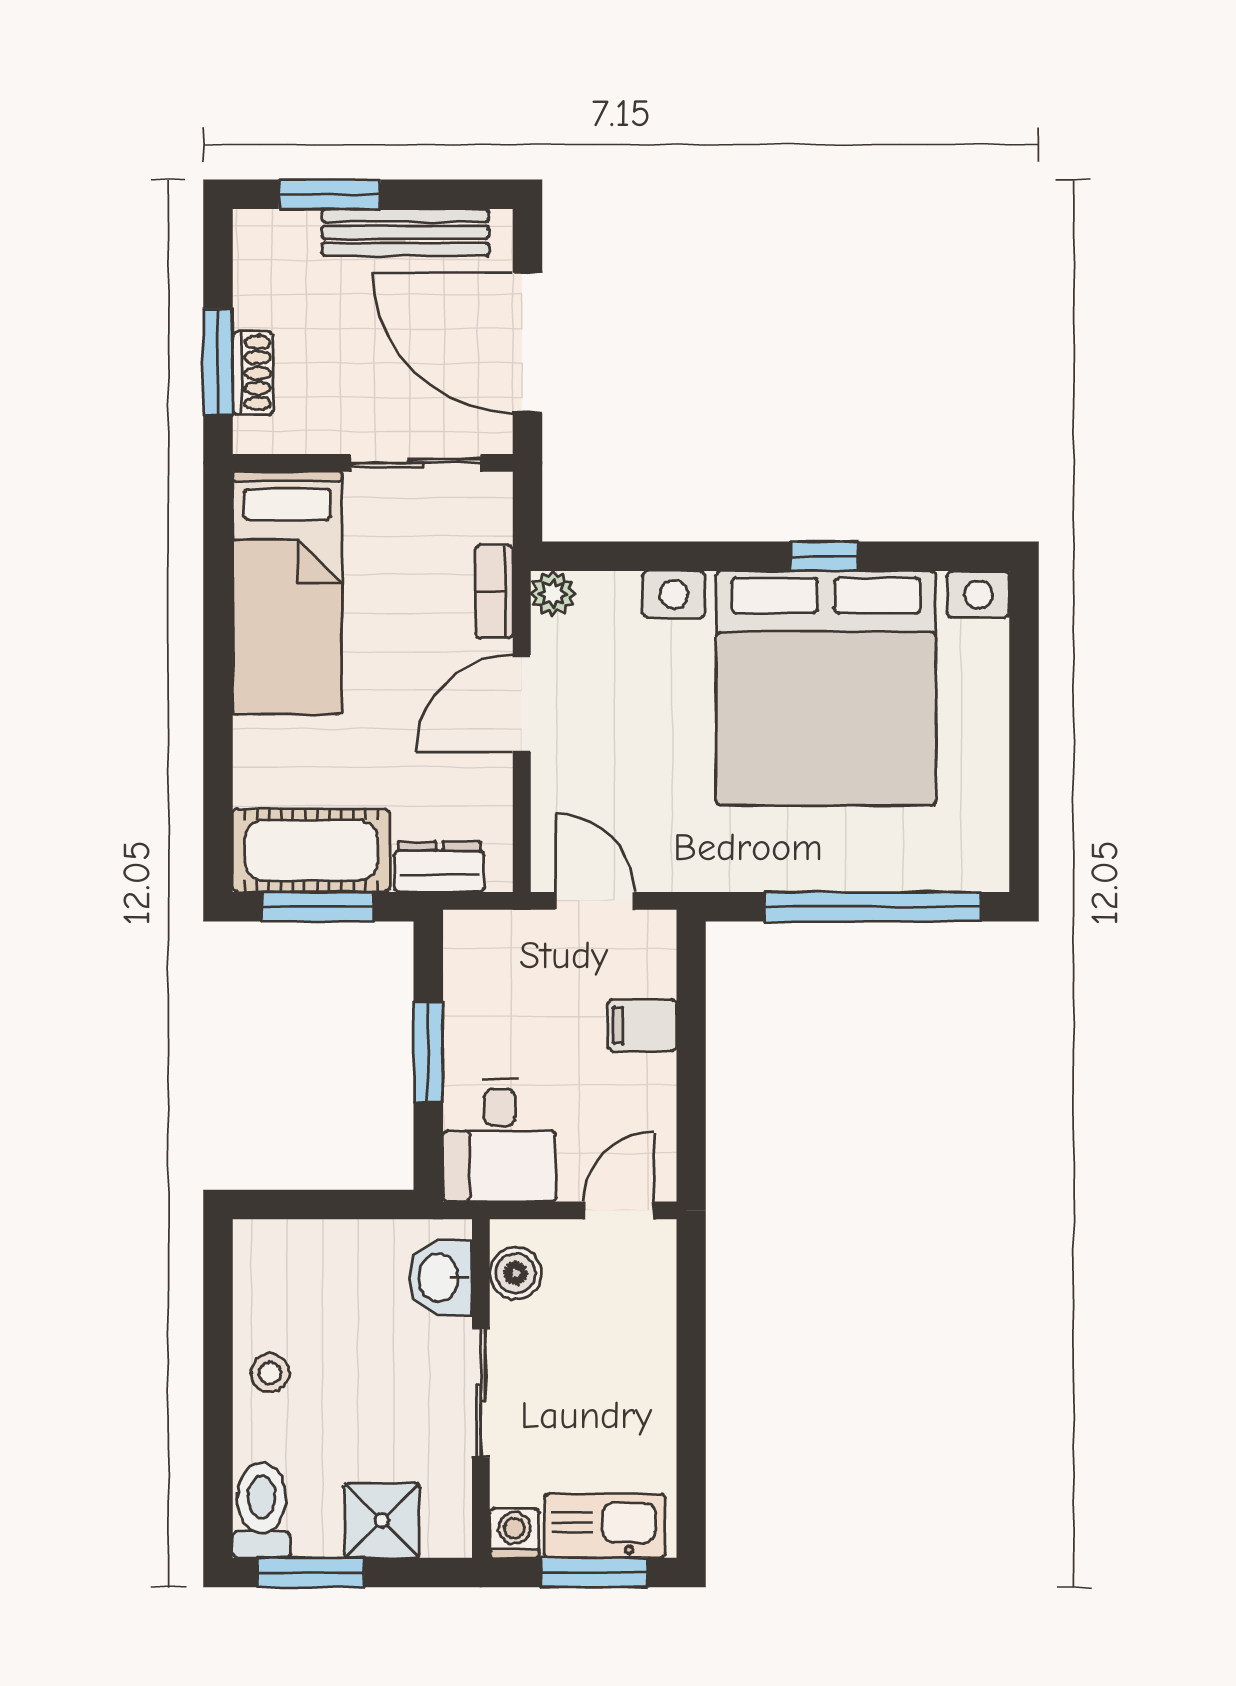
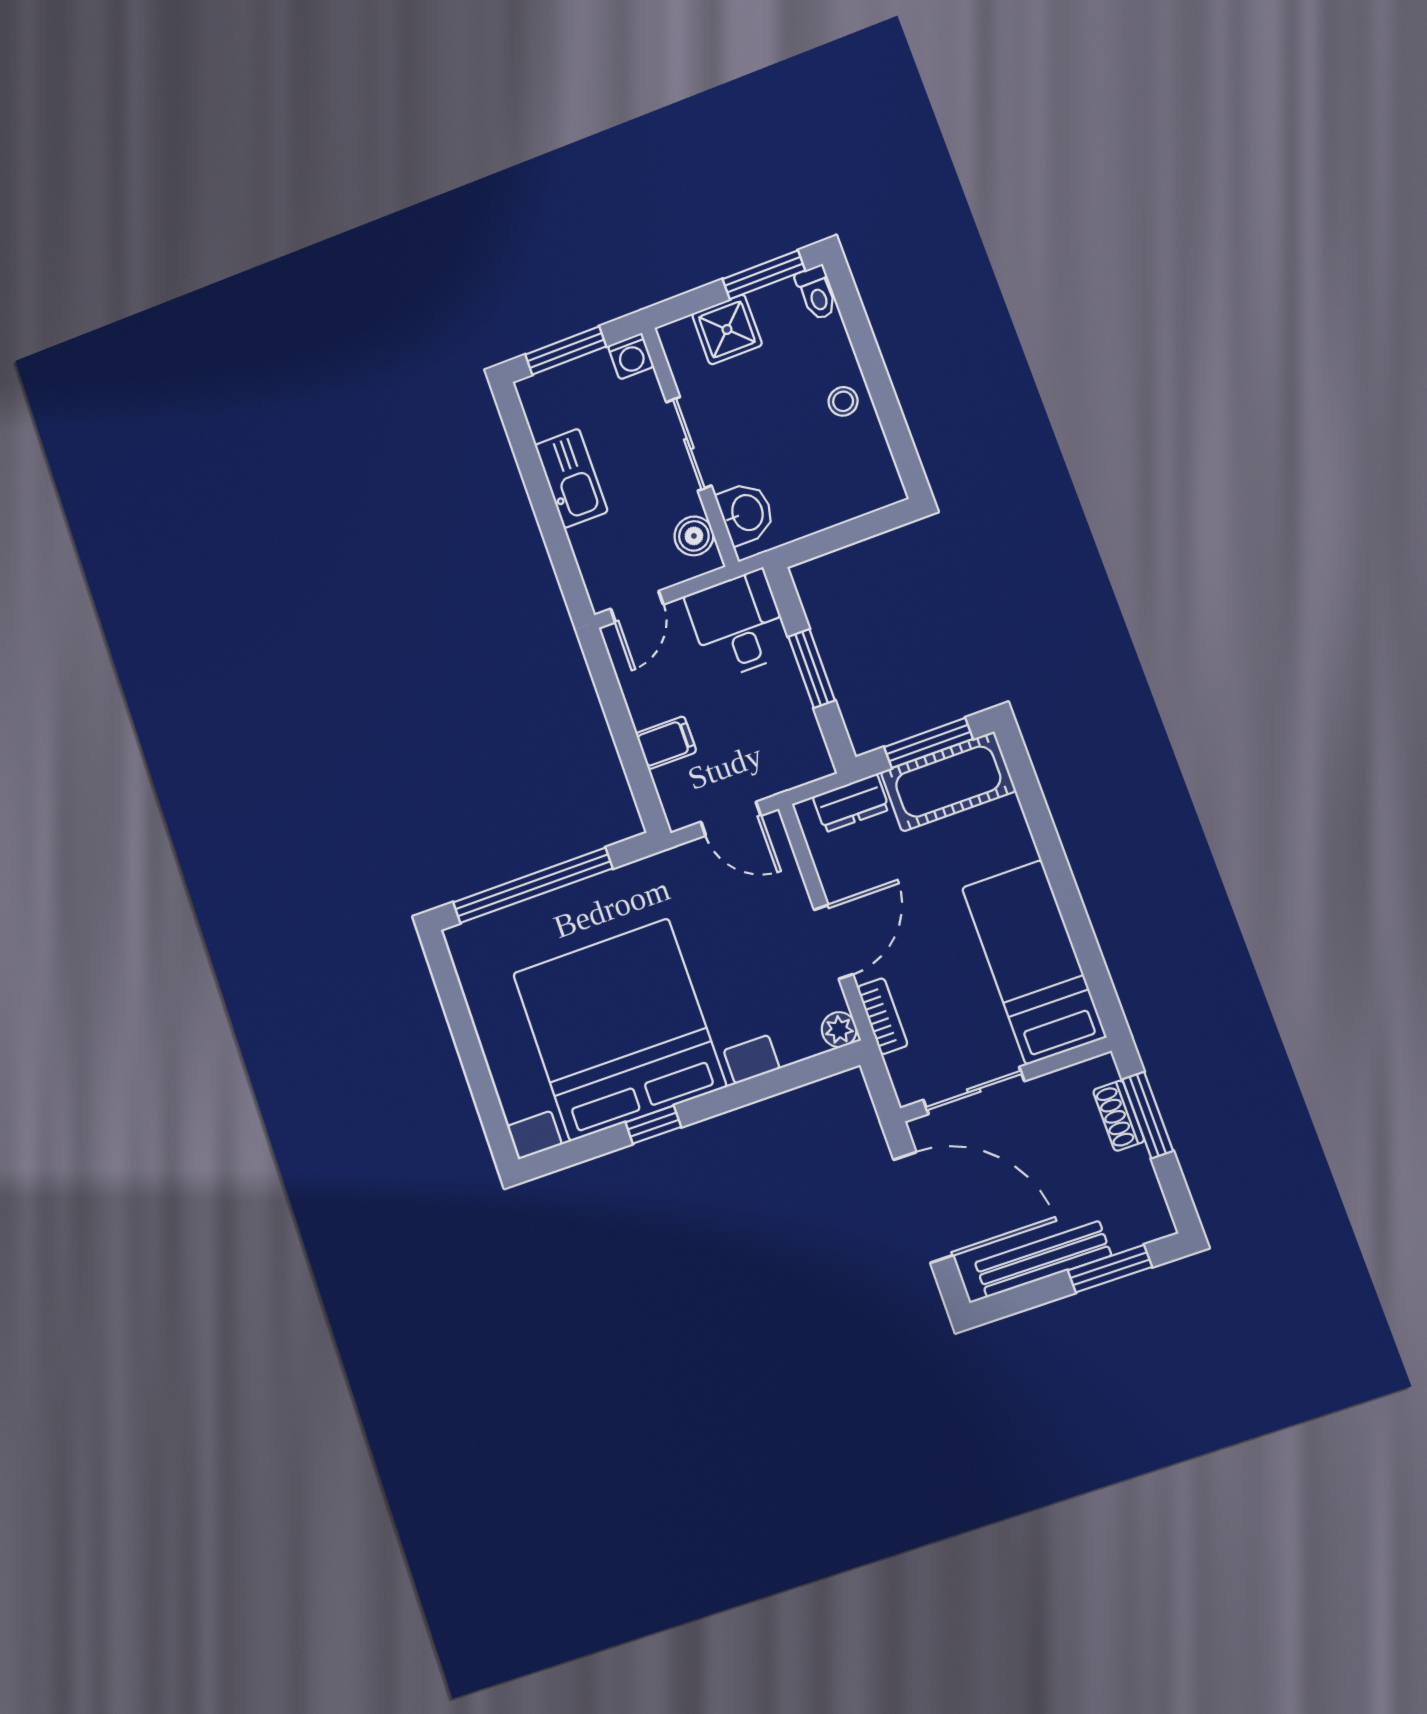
toilet: (262, 1510) -> (817, 293), width x0.73, depth x0.72
kitchen sink: (605, 1526) -> (571, 478), moved, turned -90

